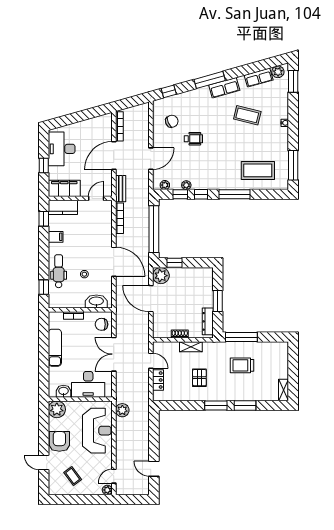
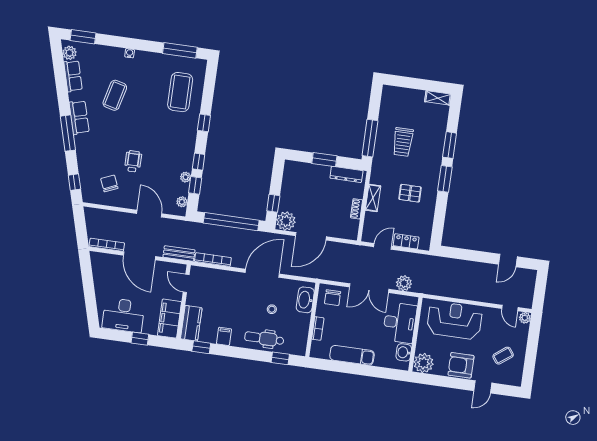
window: (235, 194) -> (204, 123), width x0.46
plant: (122, 410) -> (404, 283), moved

